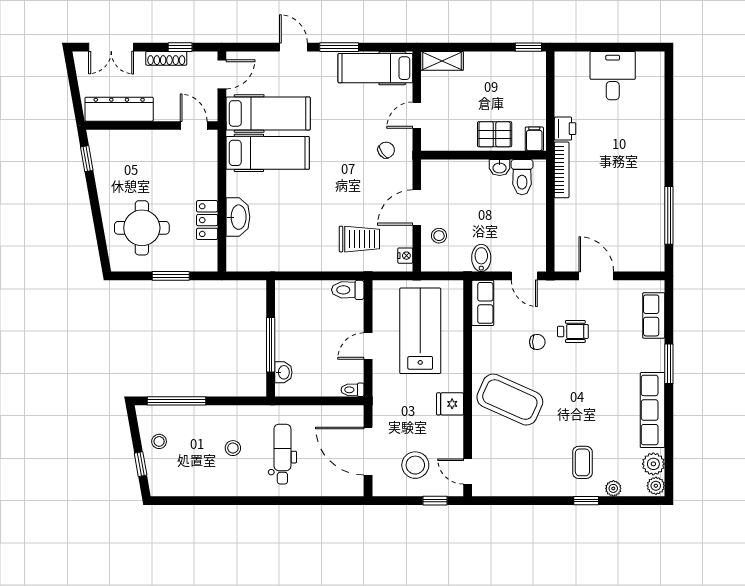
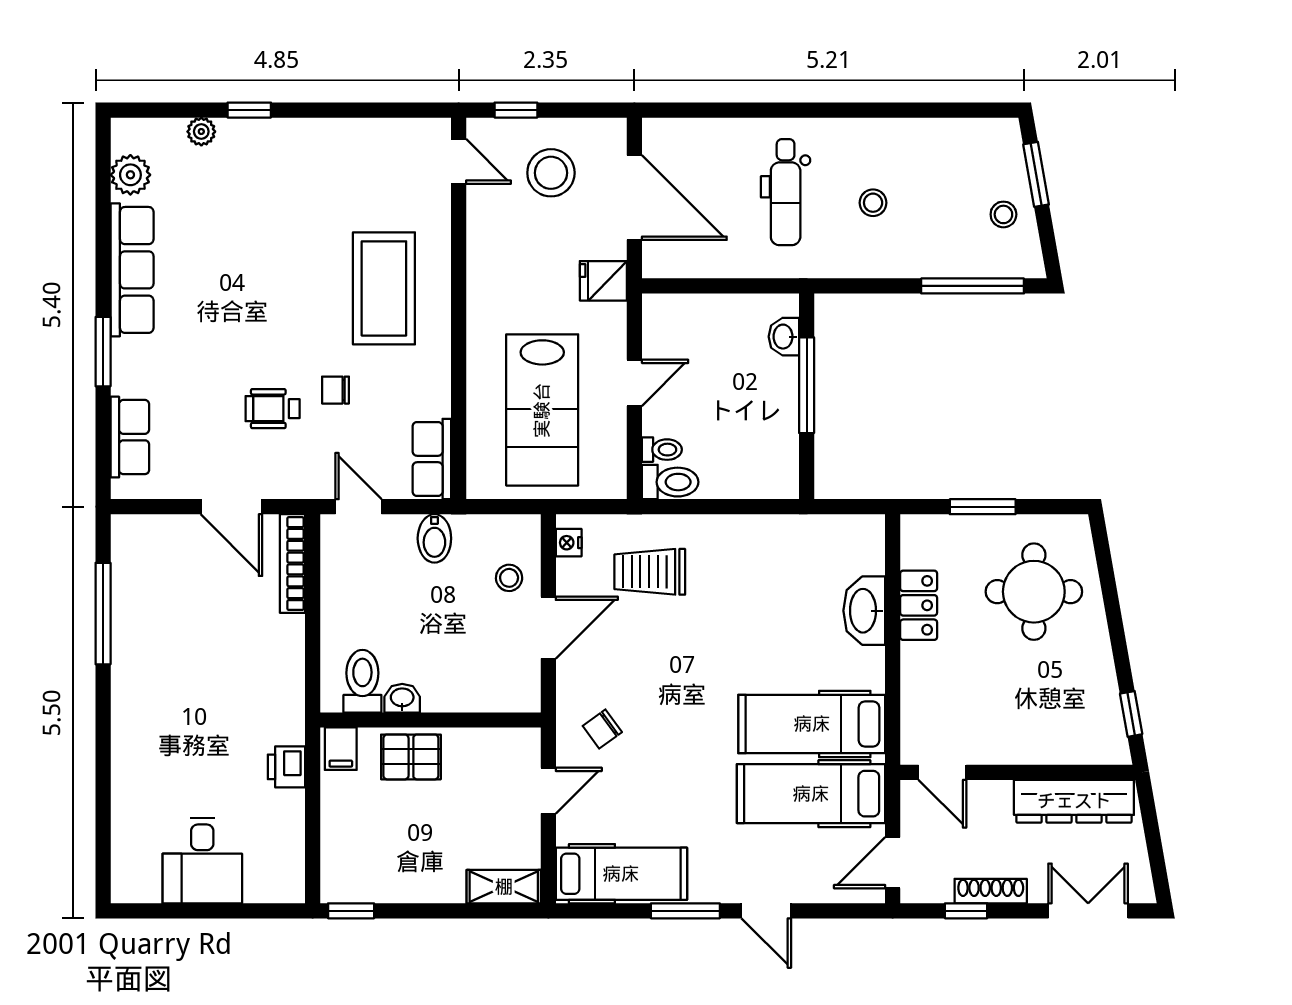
bookcase: (562, 170) -> (292, 564), moved
toilet: (352, 390) -> (662, 450), moved
coffee table: (510, 400) -> (384, 288), turned 66
fridge: (450, 404) -> (603, 281), moved, turned 180
coffee table: (582, 462) -> (256, 177), removed
window: (141, 464) -> (1036, 174), width x1.50
plant: (656, 486) -> (126, 136), removed

